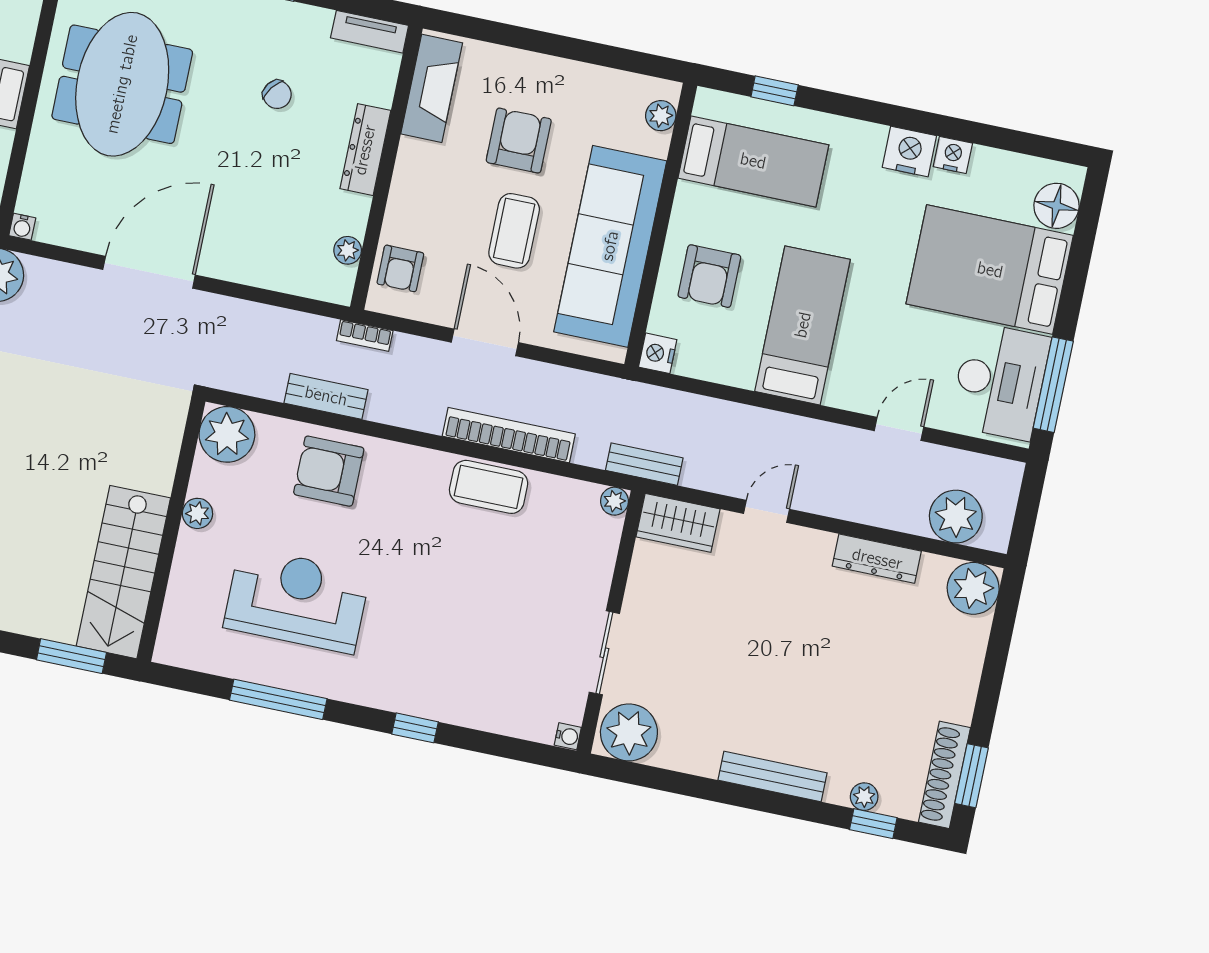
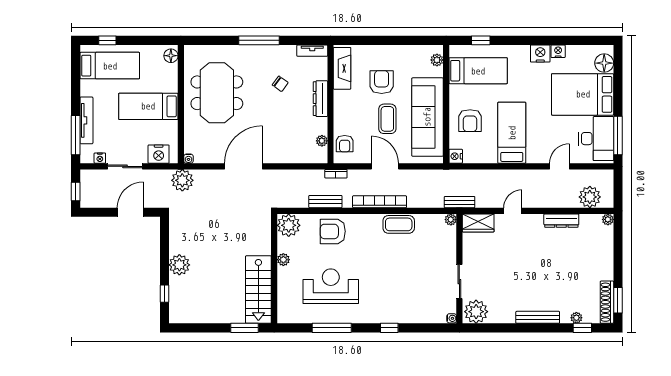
bookcase: (509, 435) -> (380, 202), moved
plant: (973, 588) -> (608, 219), width x0.53, depth x0.53

